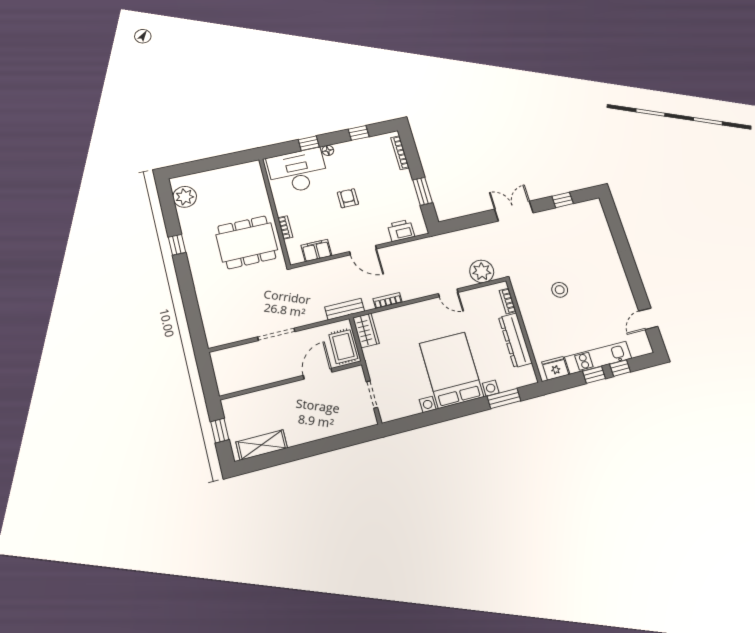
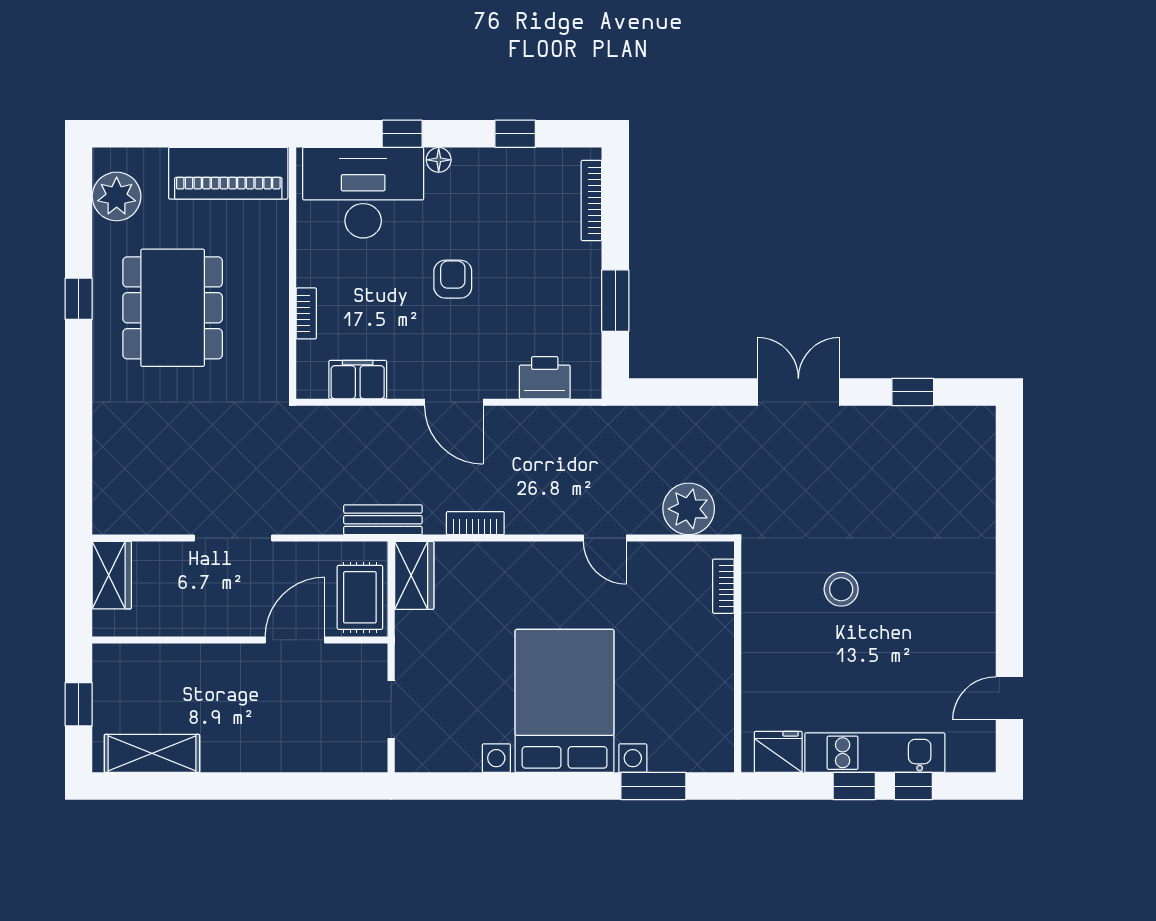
piano: (234, 176) -> (228, 173), added
dining table: (247, 242) -> (173, 308), moved, turned 90
dresser: (515, 340) -> (714, 673), removed
wardrobe: (222, 365) -> (112, 575), added

